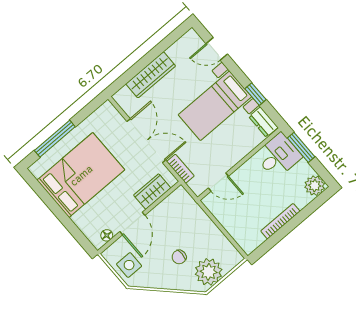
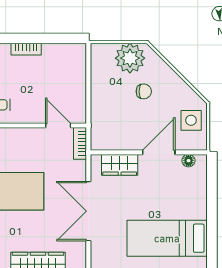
bookcase: (180, 169) -> (80, 143), moved
bed: (81, 175) -> (167, 238), width x0.67
bookcase: (280, 221) -> (26, 49), width x0.64

